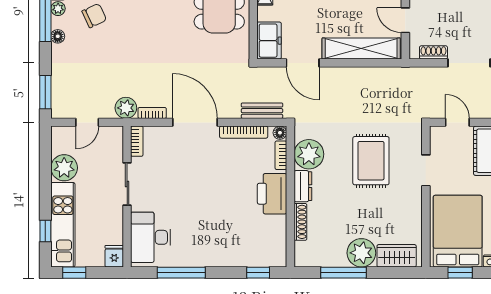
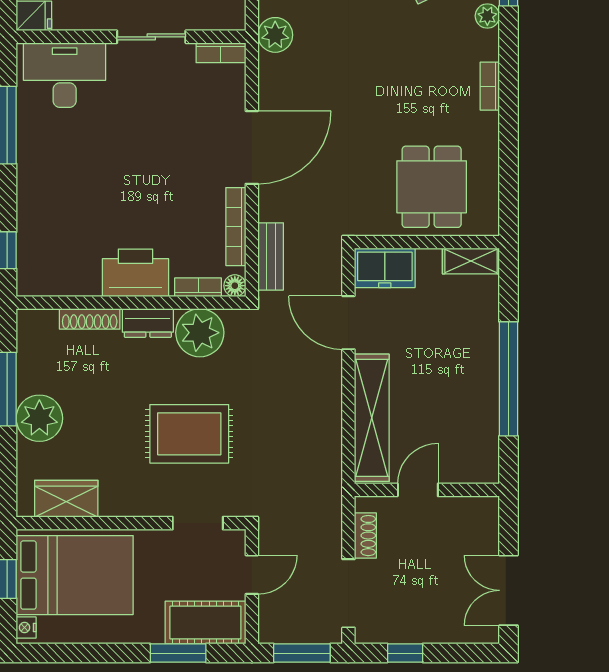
door: (303, 63) -> (348, 323), hinge flipped
bookcase: (152, 113) -> (267, 78), removed
doorway: (426, 170) -> (198, 523), moved
wardrobe: (397, 256) -> (66, 499), moved, turned -90

